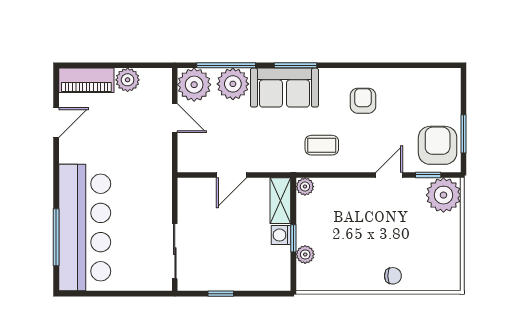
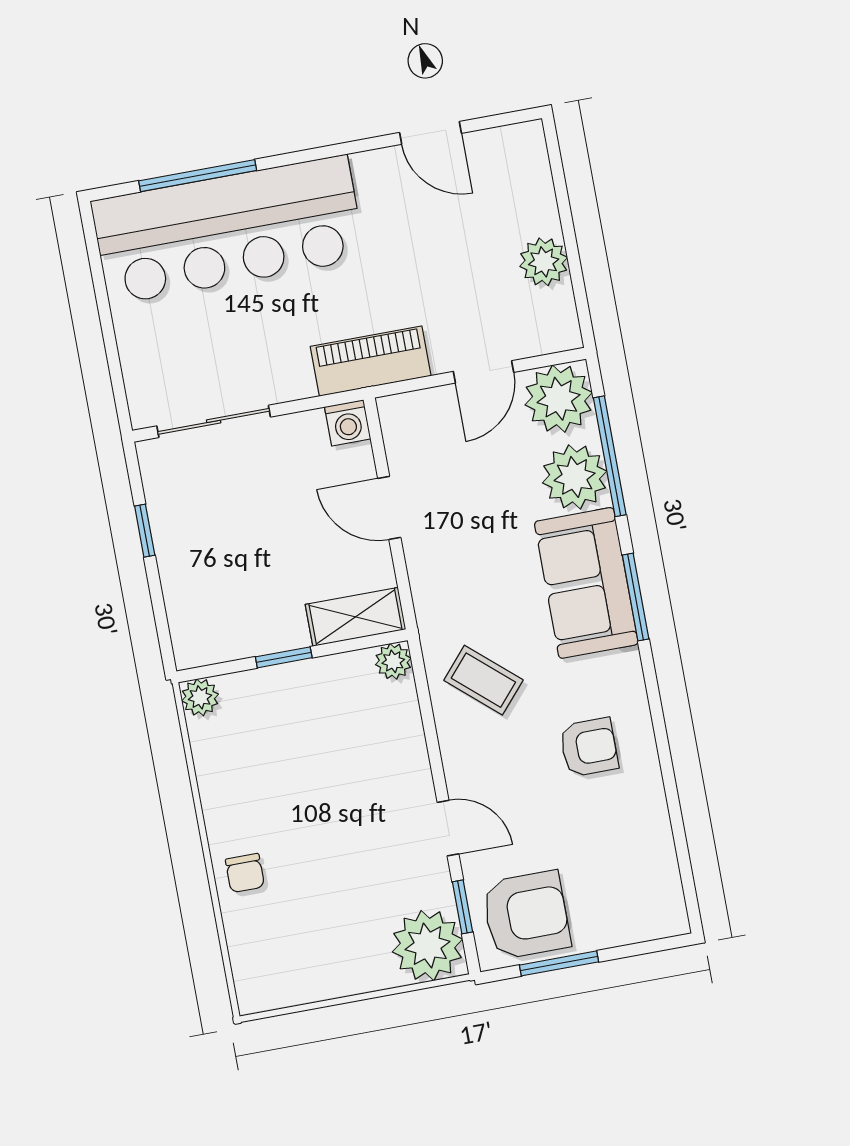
piano: (86, 80) -> (371, 361), moved, turned 90
coffee table: (322, 145) -> (483, 680), turned -49
washing machine: (281, 235) -> (348, 423), moved, turned 180
plant: (305, 254) -> (200, 697), moved

